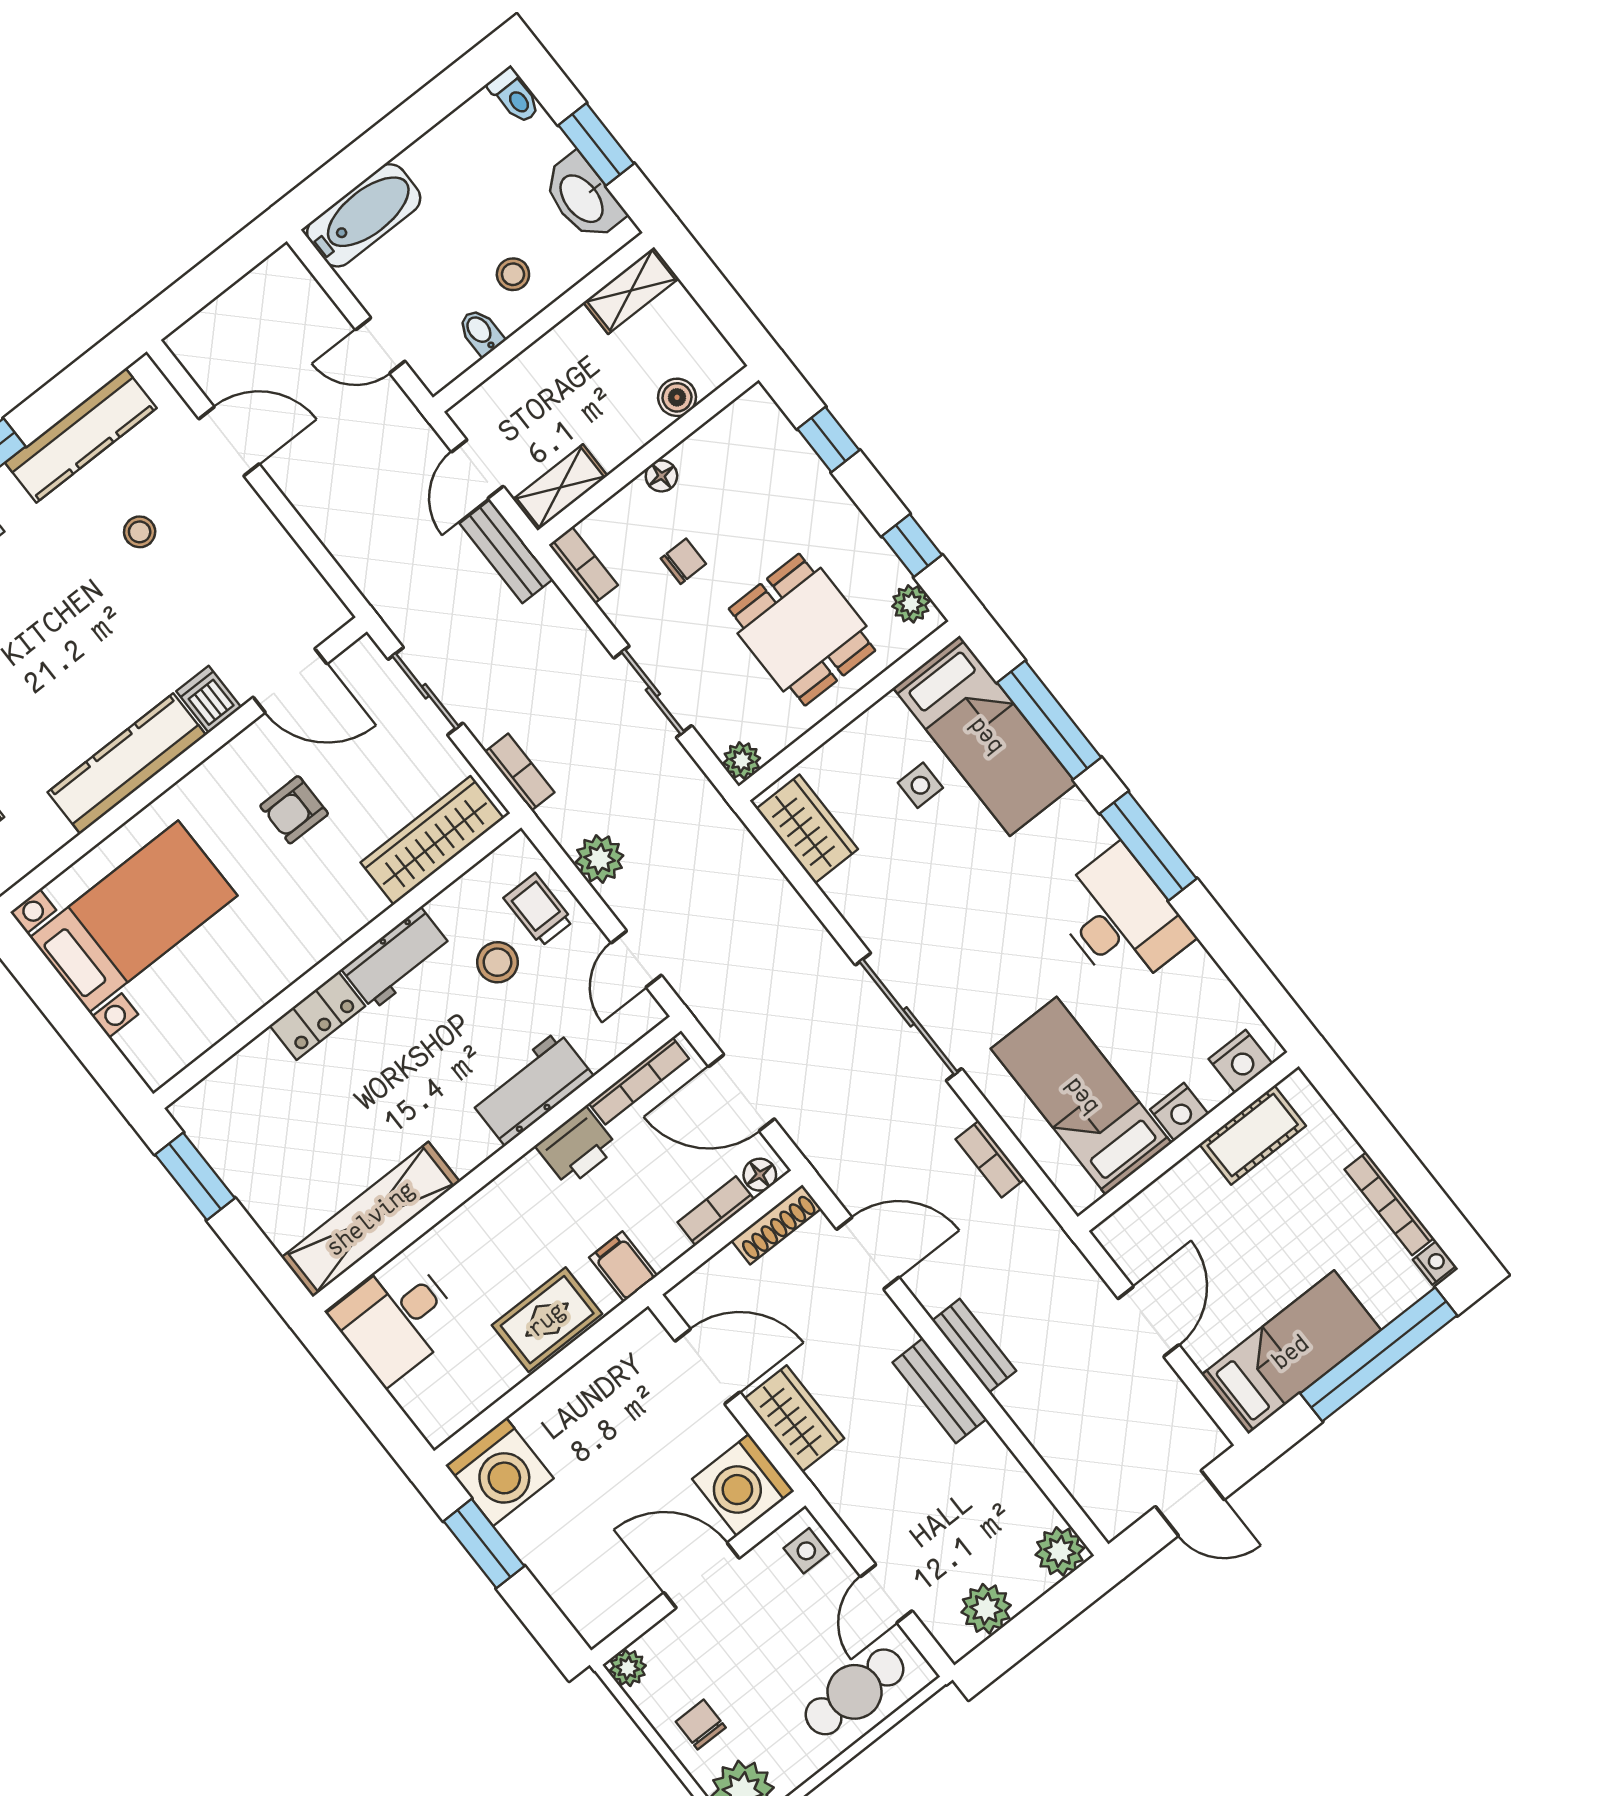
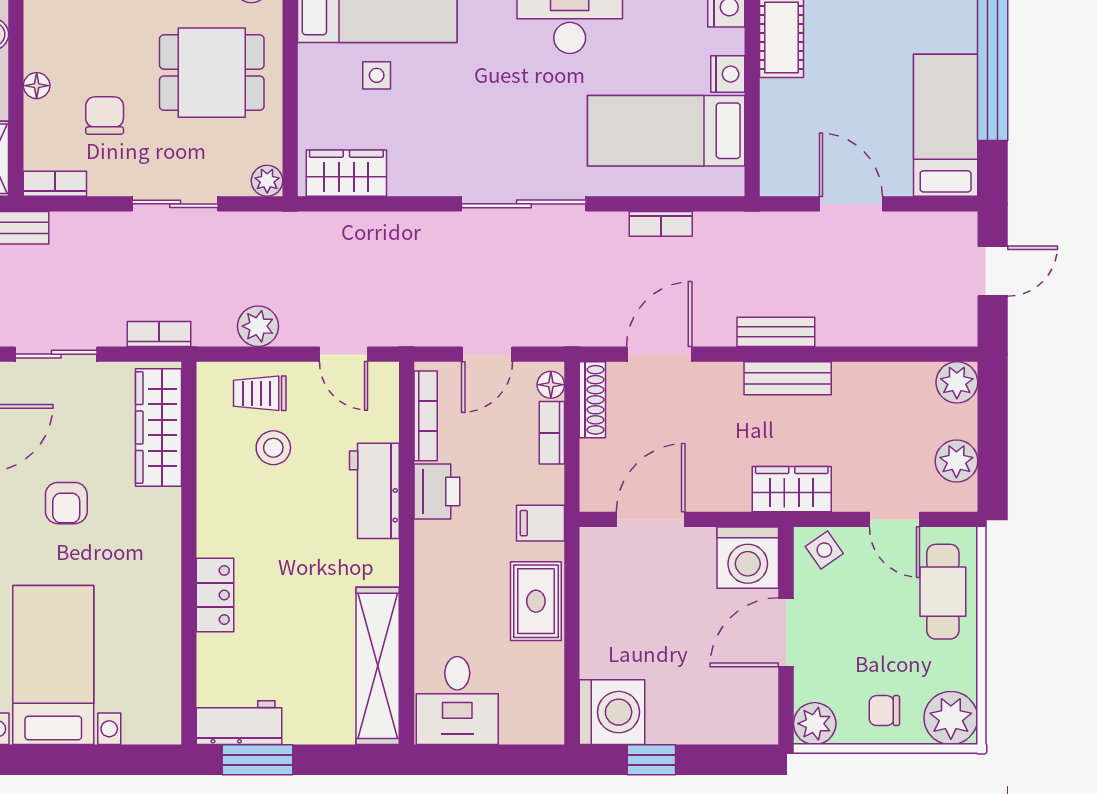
chair: (683, 561) -> (105, 115), width x1.37, depth x1.37
workbench: (397, 958) -> (239, 723), moved, turned -90
door: (742, 1093) -> (487, 354), width x0.73
wardrobe: (794, 1419) -> (792, 489), moved
window: (484, 1544) -> (651, 760), width x0.67
side table: (806, 1551) -> (824, 550), turned -35
plant: (628, 1668) -> (815, 724), width x1.38, depth x1.38

